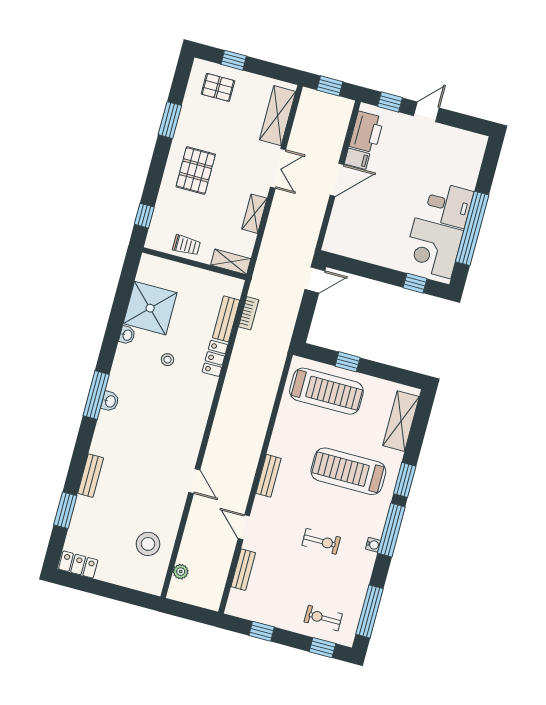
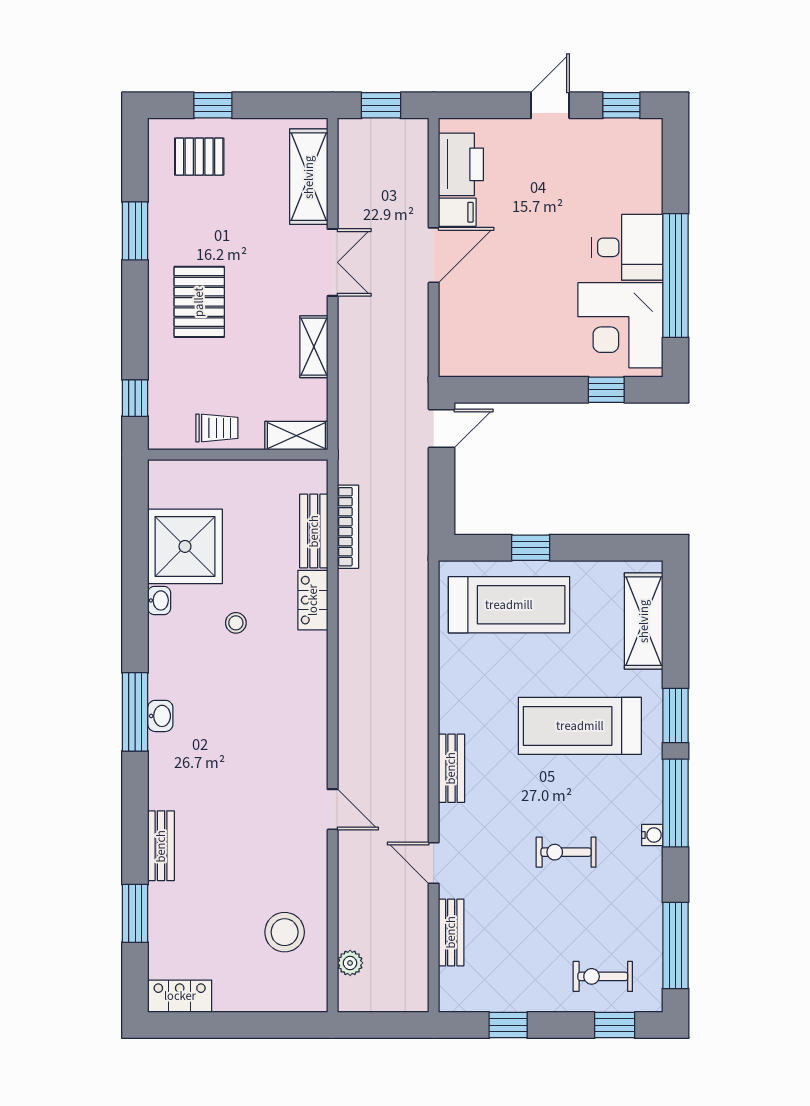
window: (390, 102) -> (621, 105), moved
bookcase: (249, 313) -> (348, 527), width x1.56
exercise bike: (321, 541) -> (566, 852), turned 180

